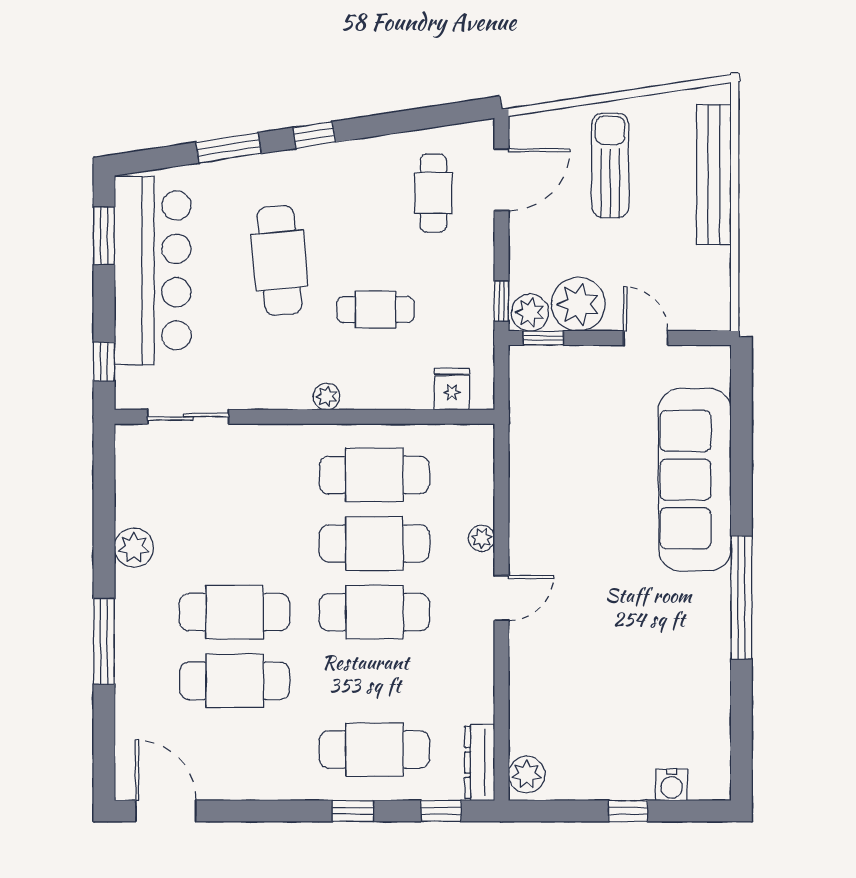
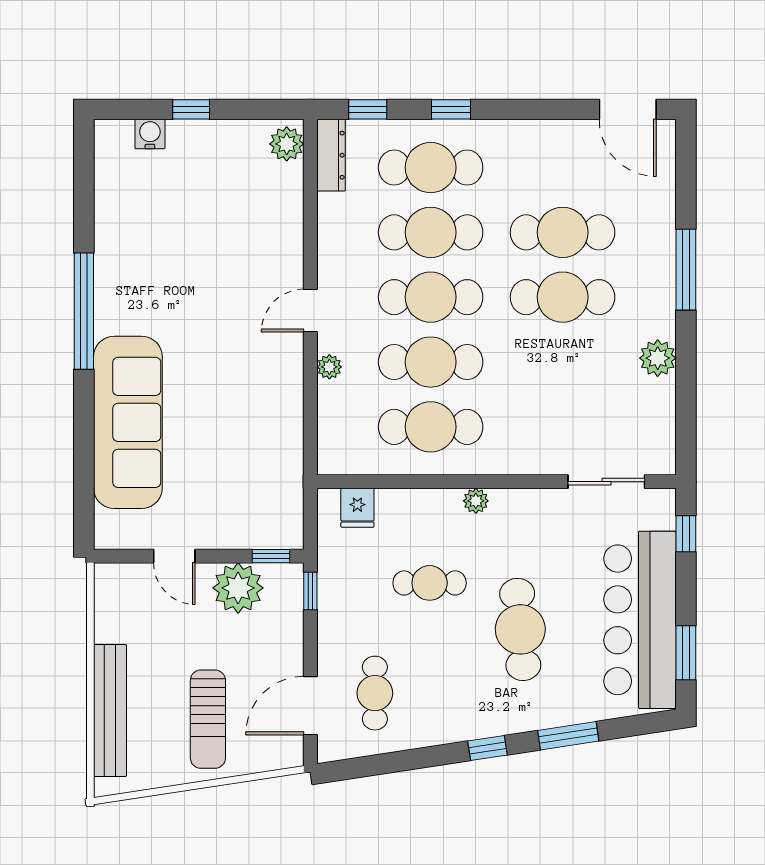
plant: (530, 313) -> (284, 580), removed
cafe table: (374, 681) -> (431, 232), added

